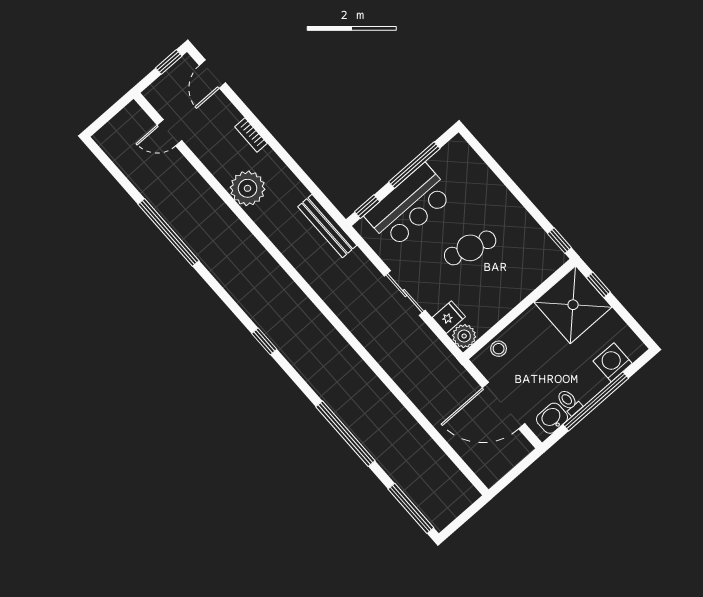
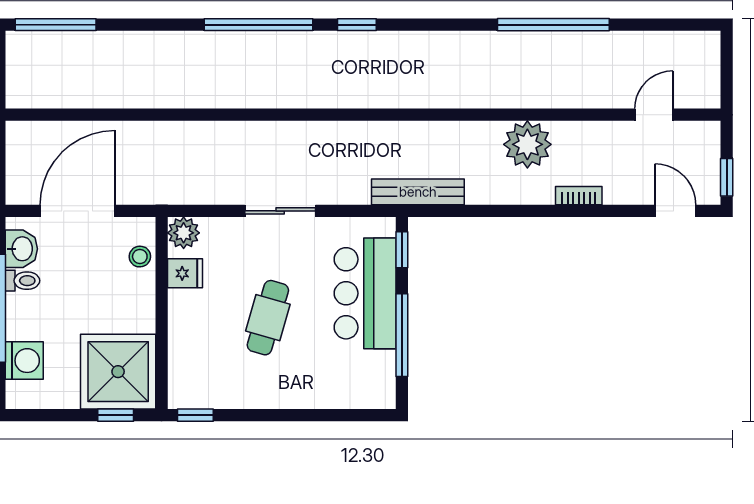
fridge: (449, 317) -> (185, 273), moved, turned -90
window: (345, 434) -> (259, 25), moved

